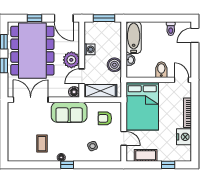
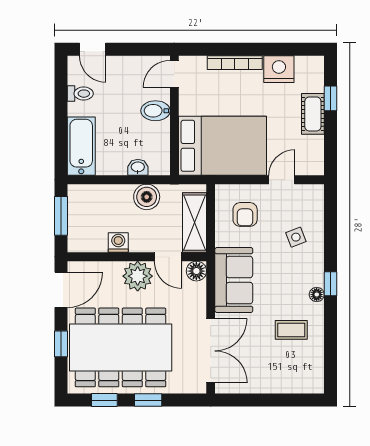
bathtub: (134, 38) -> (81, 146), moved, turned 90
double door: (31, 100) -> (211, 351), swing flipped
cot: (146, 155) -> (313, 114), moved

